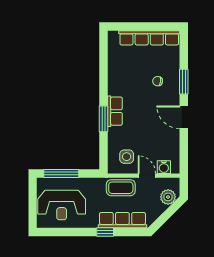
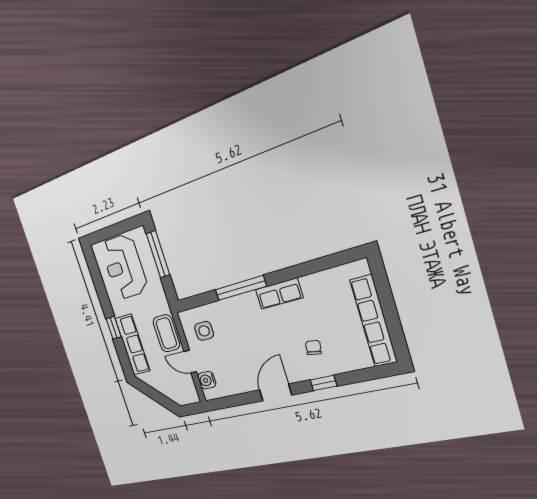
window: (184, 82) -> (323, 383), width x0.67
row of seats: (115, 111) -> (279, 294), moved
window: (103, 119) -> (241, 288), width x1.44
door: (147, 176) -> (190, 362), swing flipped
plant: (168, 197) -> (175, 393), removed

